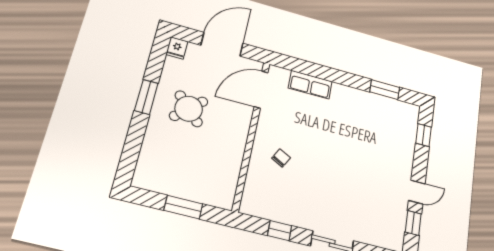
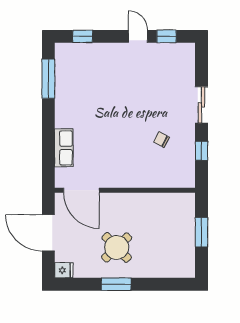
window: (385, 90) -> (48, 79), width x1.44
chair: (281, 158) -> (162, 140), moved

